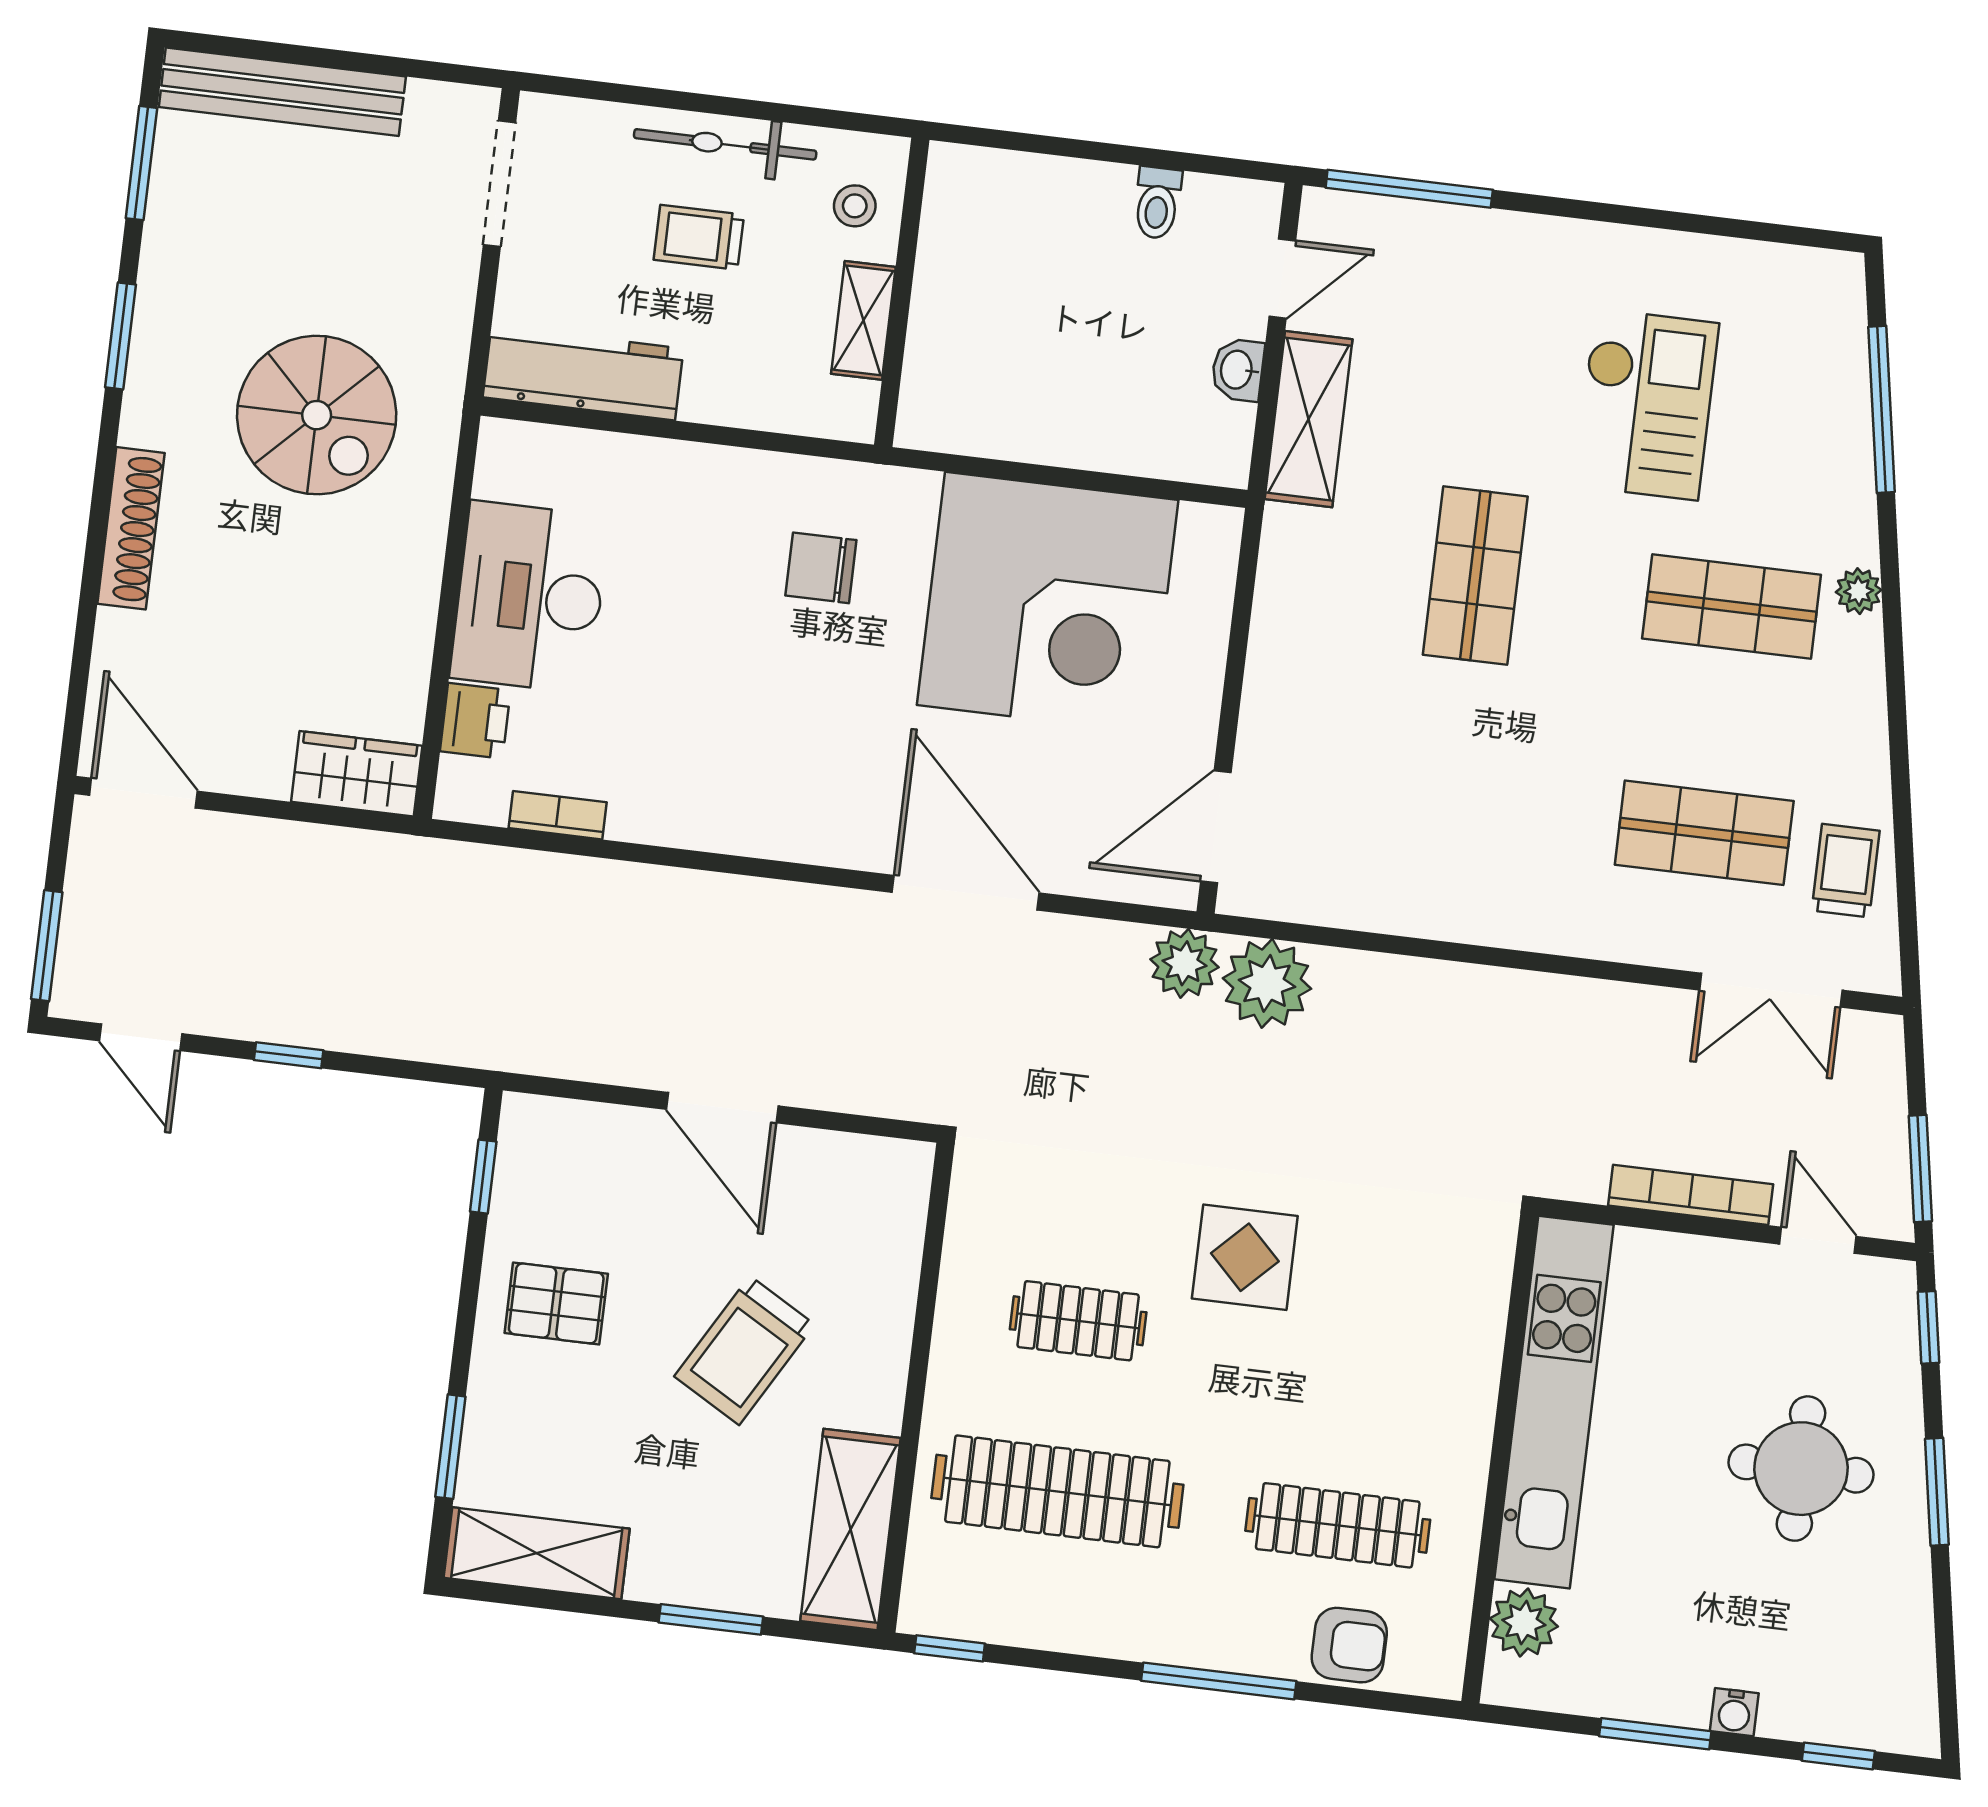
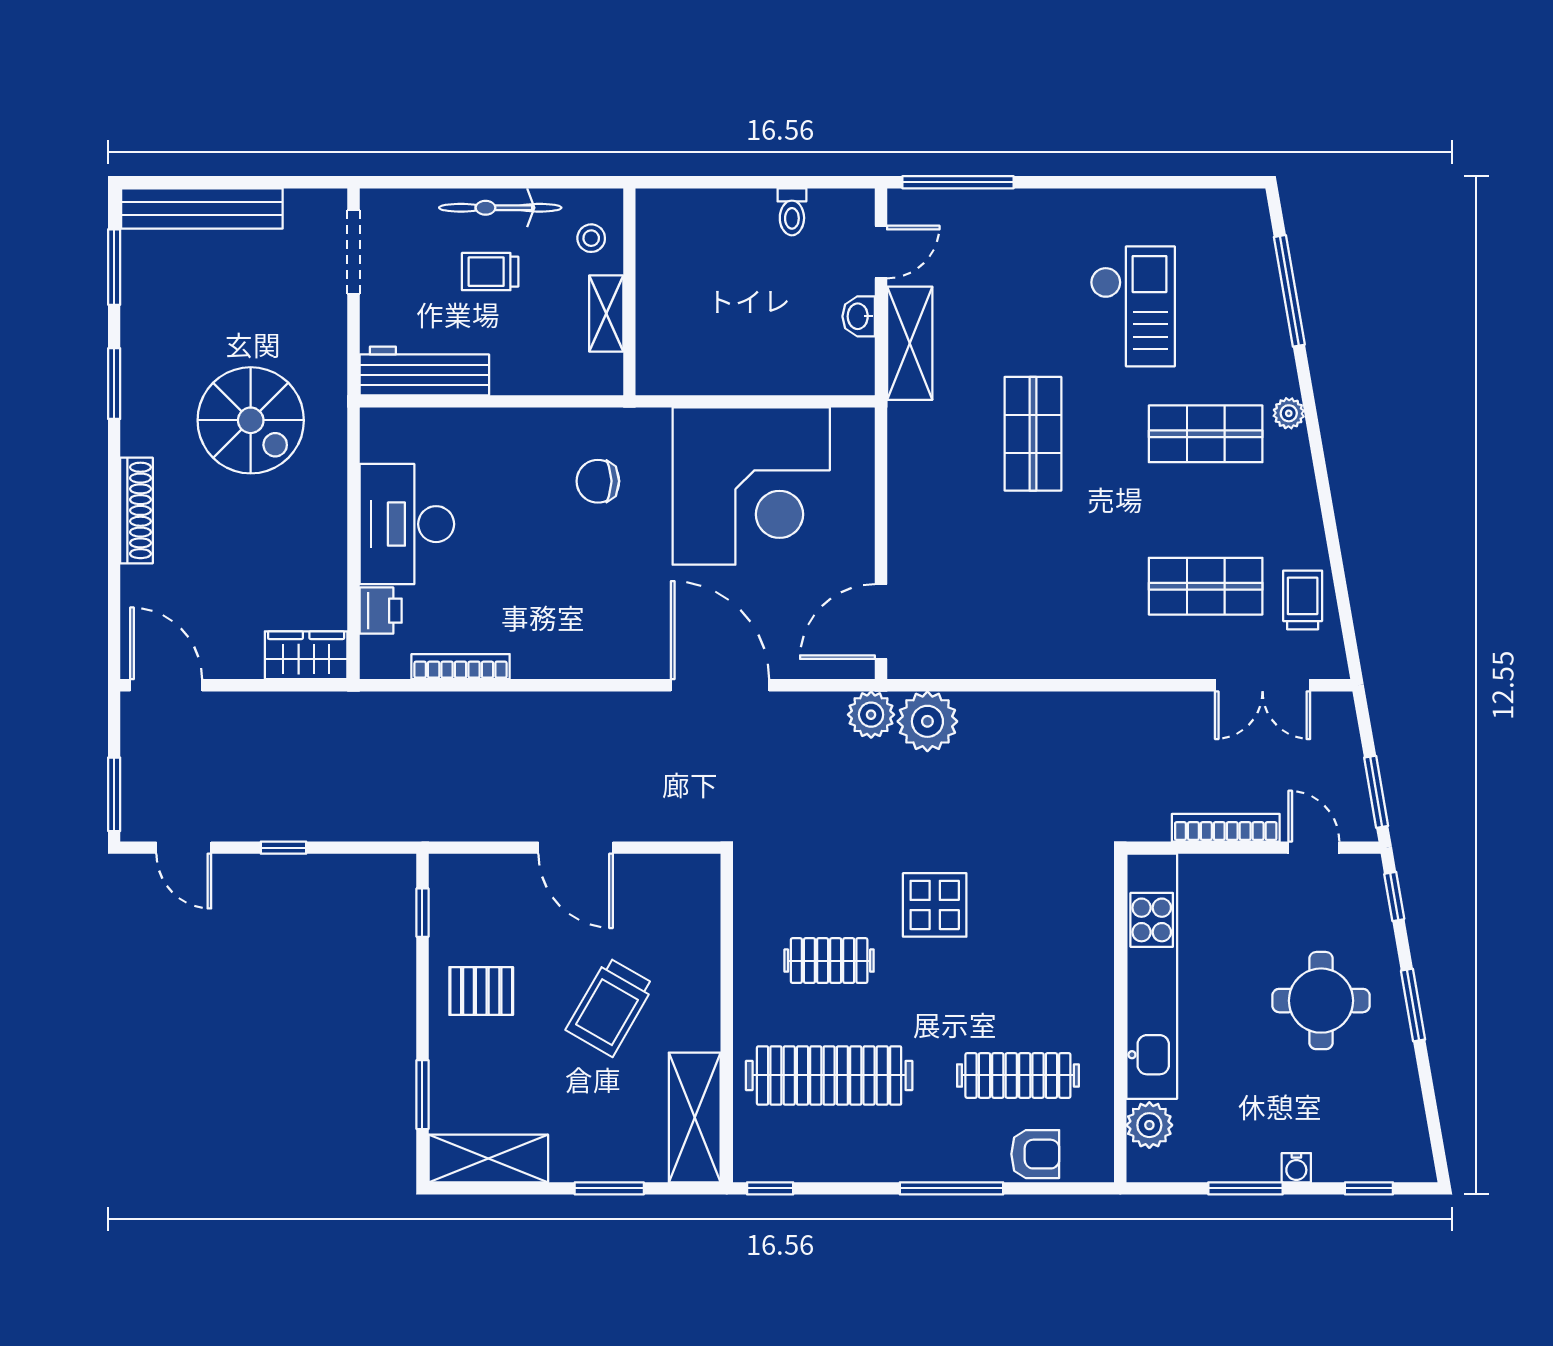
bookcase: (558, 815) -> (461, 667), width x1.56

